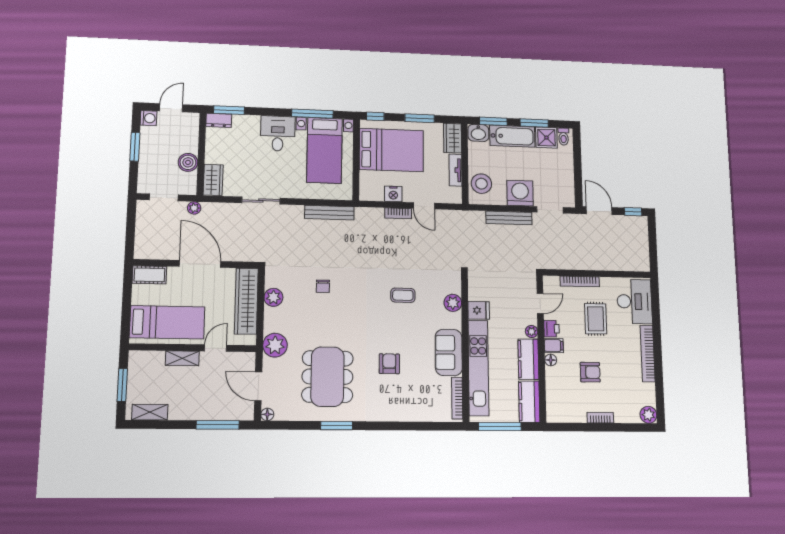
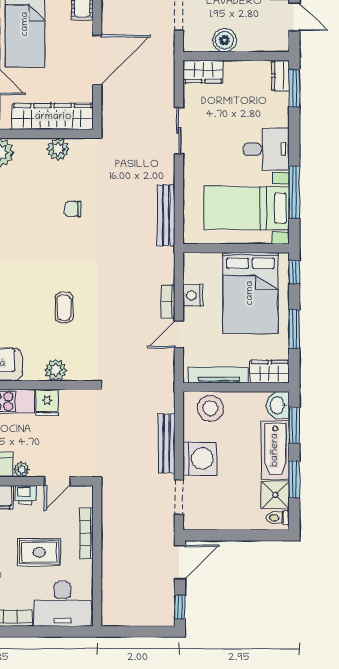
tv unit: (455, 170) -> (218, 375), width x1.41
plant: (194, 208) -> (167, 50), removed
door: (540, 303) -> (57, 481), hinge flipped

